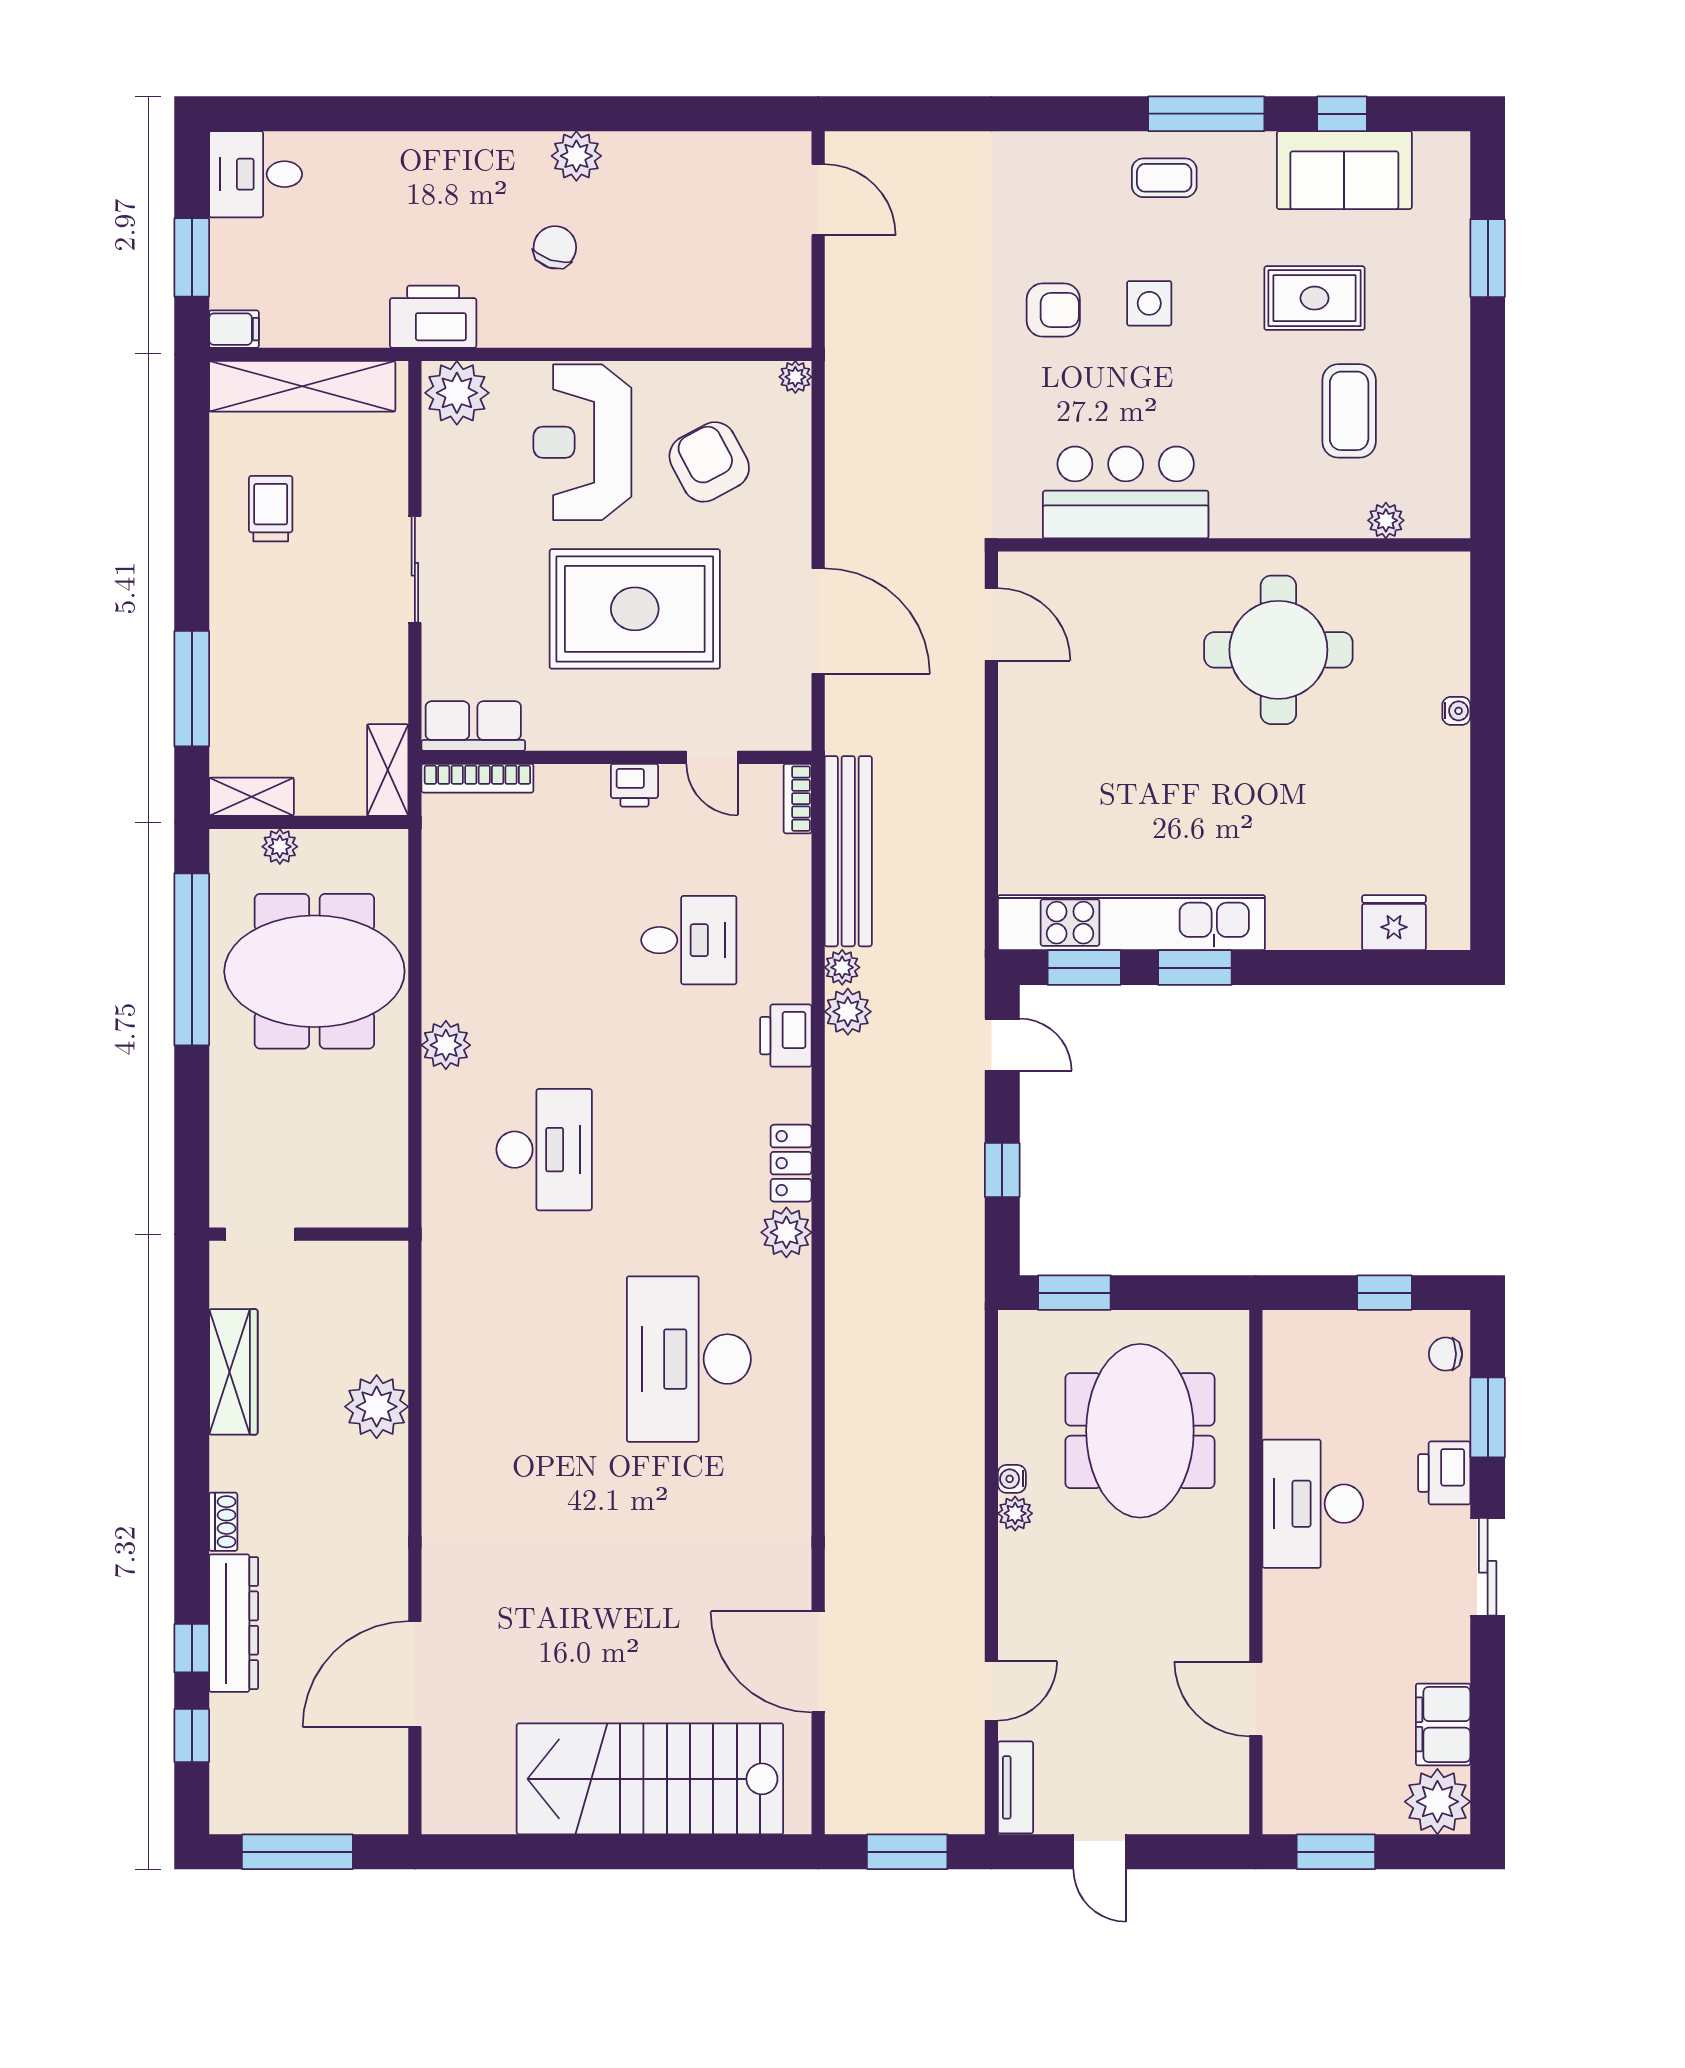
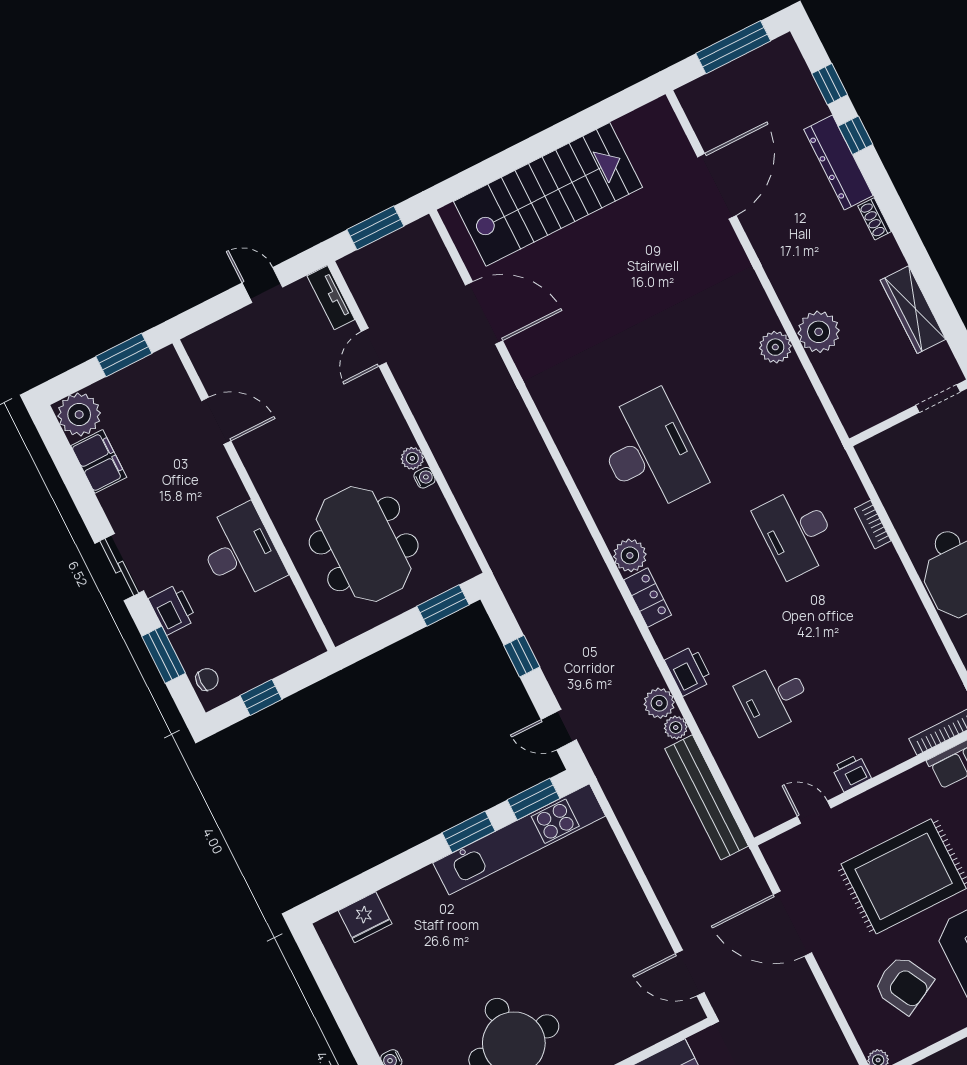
bookcase: (798, 799) -> (873, 525), moved, turned 180
plant: (446, 1045) -> (775, 347), moved

